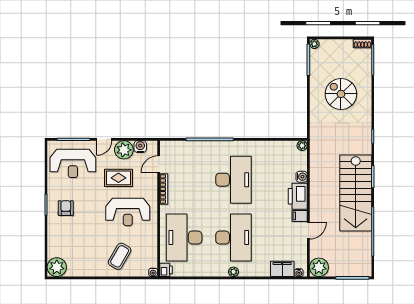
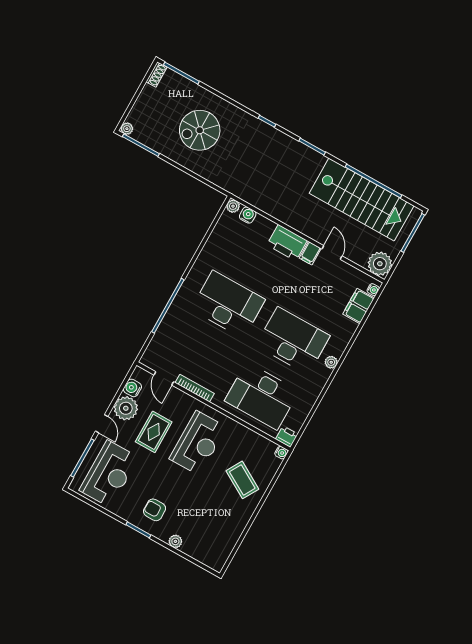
water cooler: (302, 177) -> (248, 215), moved
stairs: (356, 193) -> (362, 199), moved
plant: (57, 267) -> (175, 541), moved, width x0.53, depth x0.53

